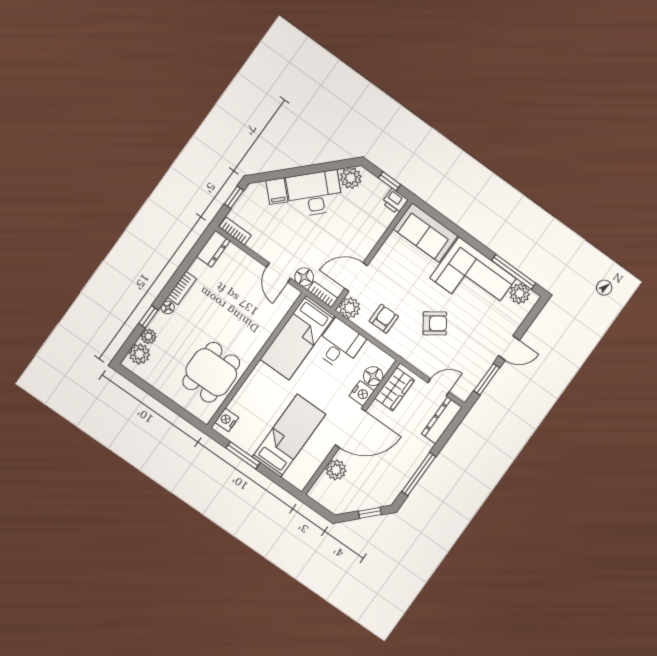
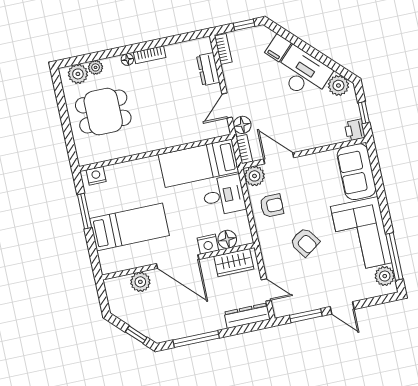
dresser: (213, 249) -> (208, 69), moved, turned 90
window: (148, 317) -> (108, 54), removed
dining table: (211, 372) -> (103, 112), moved

